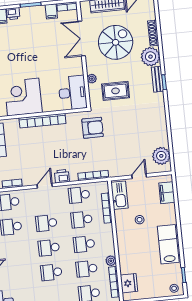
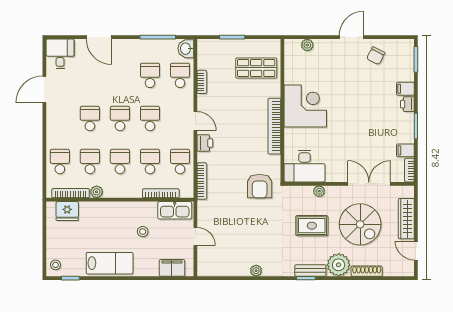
rug: (116, 91) -> (312, 226), moved, turned 90
plant: (161, 156) -> (256, 271), moved, width x0.53, depth x0.53

